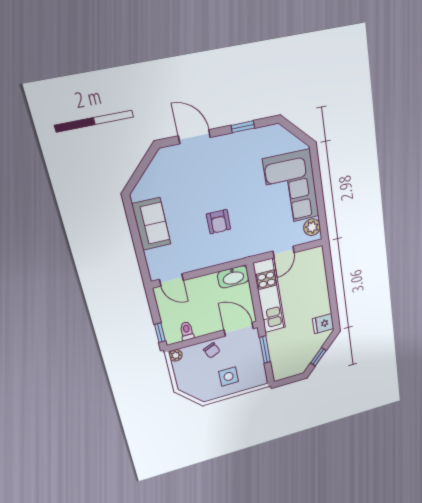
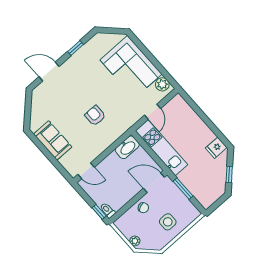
armchair: (219, 222) -> (95, 116), turned 180
toilet: (187, 331) -> (108, 210), moved
plant: (176, 355) -> (135, 241), moved

